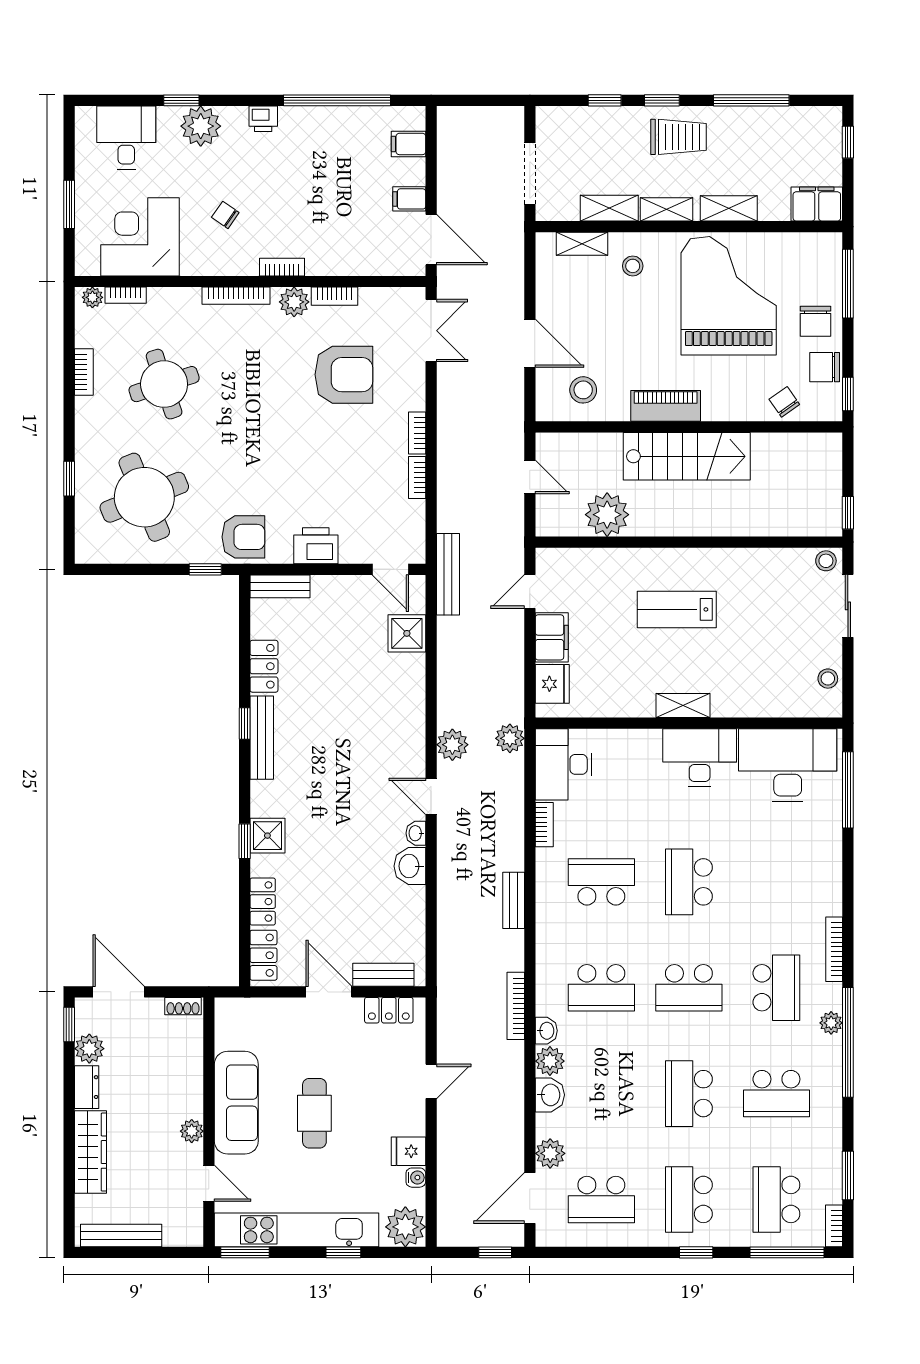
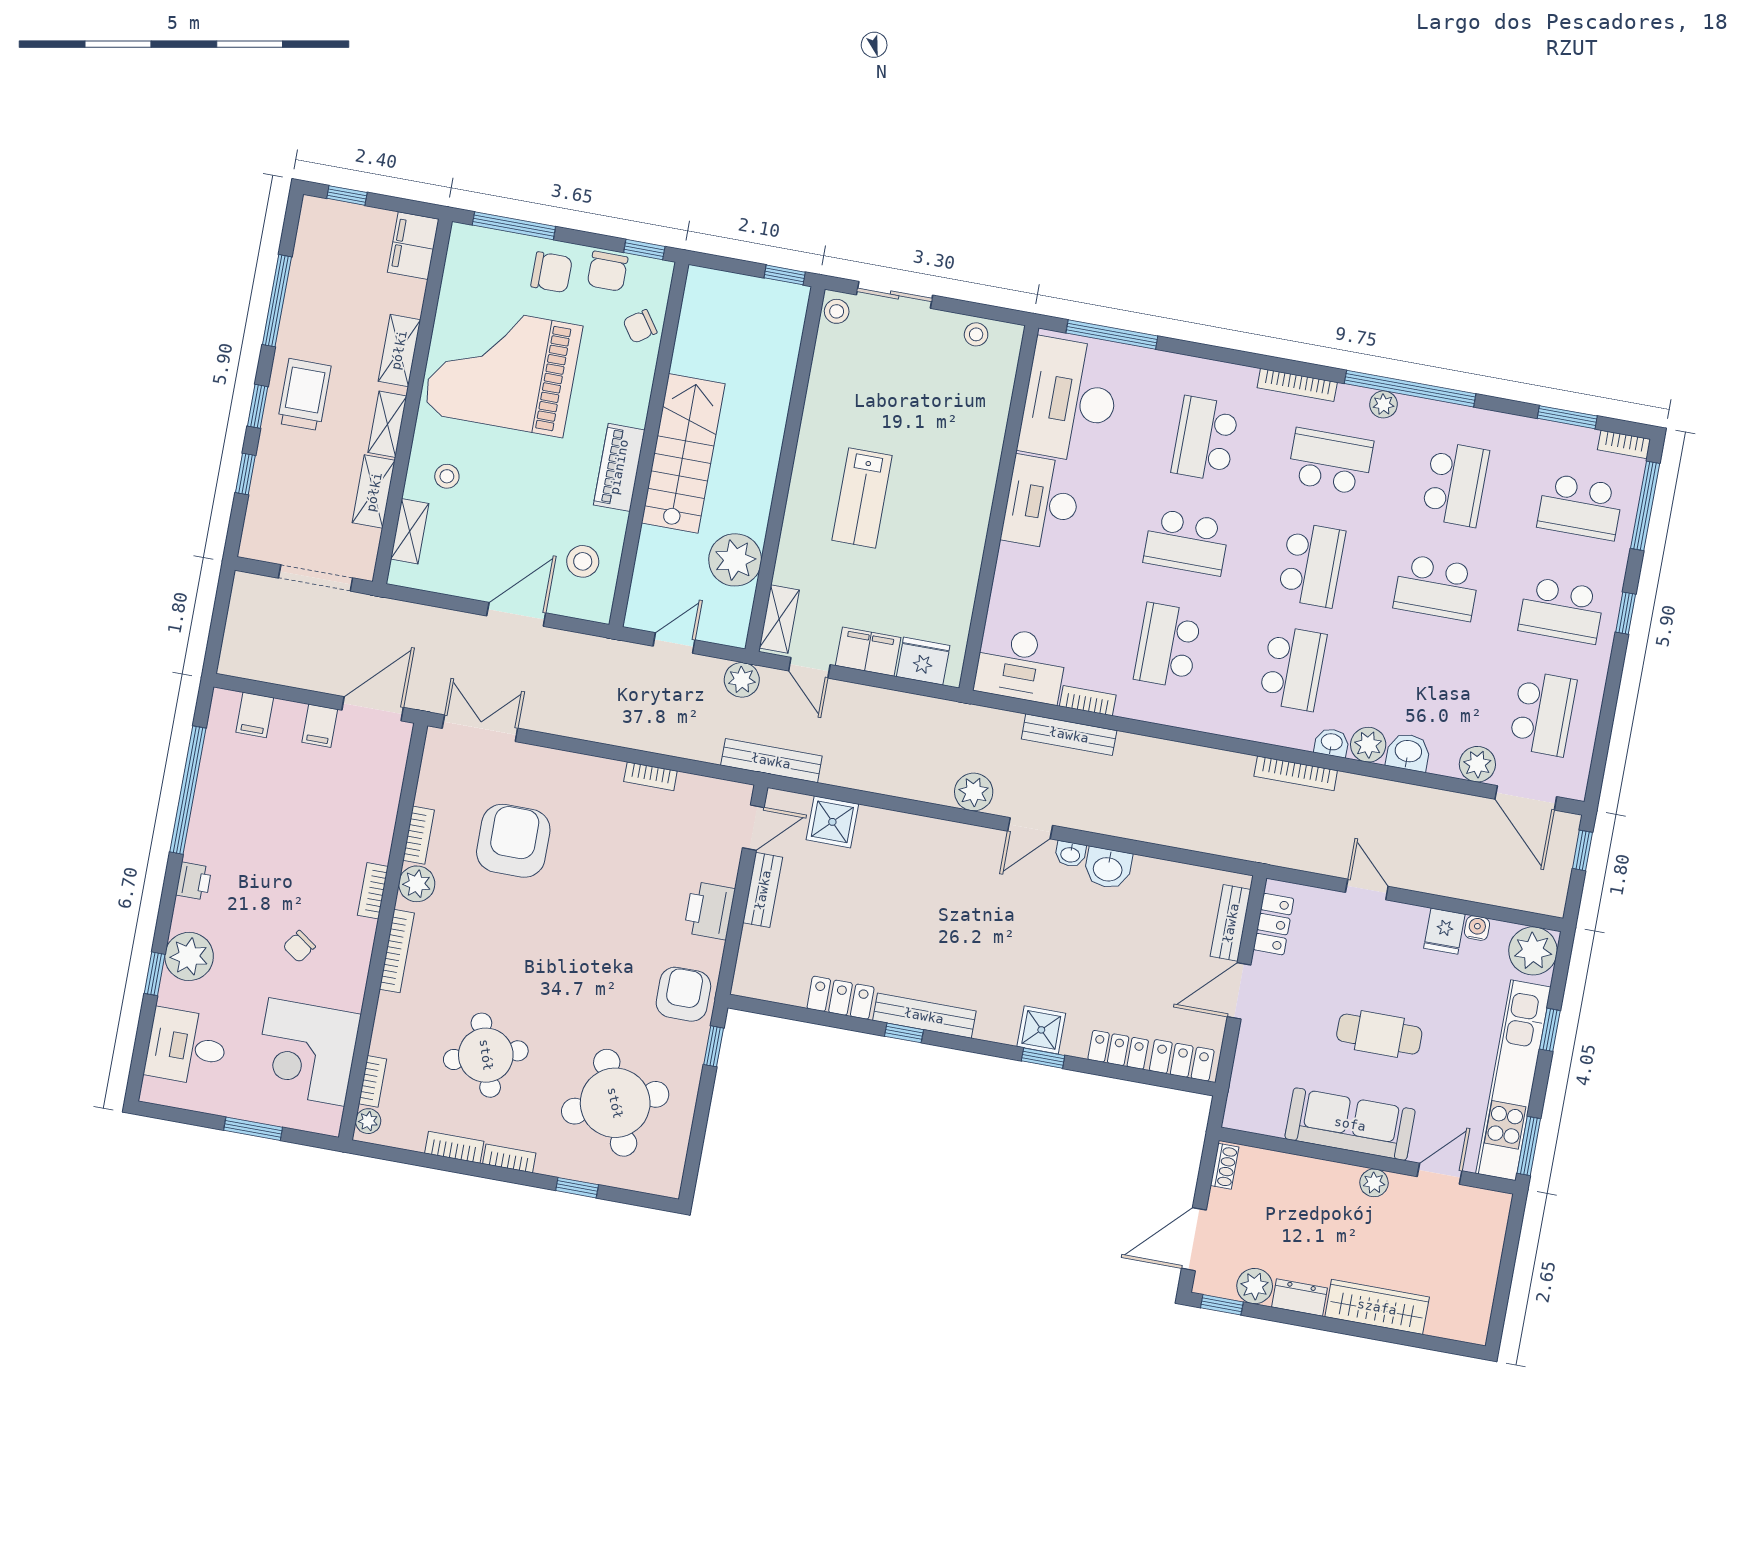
bookcase: (417, 433) -> (509, 1158), moved, turned 180
bench: (280, 586) -> (763, 890), moved
shelving: (683, 705) -> (779, 619), moved
plant: (510, 738) -> (742, 680), moved
school desk: (776, 882) -> (1205, 439), added
bench: (514, 900) -> (1069, 735), moved, width x1.36
bench: (121, 1236) -> (1482, 1288), removed

